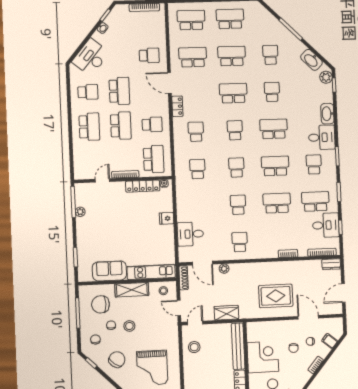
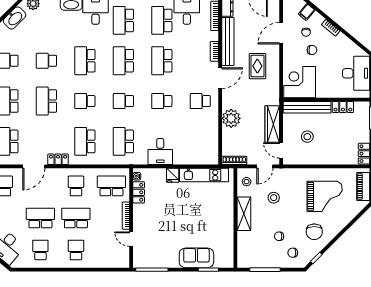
school desk: (89, 127) -> (76, 250), width x0.54
school desk: (196, 132) -> (85, 141), width x1.85
school desk: (314, 164) -> (123, 20), width x1.85
school desk: (197, 169) -> (123, 141), width x1.85
locker: (143, 186) -> (139, 192), width x0.66
plant: (80, 212) -> (162, 263), removed
desk: (190, 234) -> (160, 152), moved
door: (202, 263) -> (220, 78), moved
bench: (298, 266) -> (228, 41), added
plant: (224, 269) -> (231, 118), width x1.88, depth x1.88
sofa: (109, 271) -> (196, 258), moved, turned 90
kitchen unit: (151, 272) -> (204, 175), moved, turned -90
rug: (276, 296) -> (257, 66), width x0.73, depth x0.70
chair: (100, 304) -> (257, 246), removed
wardrobe: (226, 313) -> (272, 124), width x1.50
stool: (129, 326) -> (274, 198), moved
stool: (194, 347) -> (307, 137), moved
corner desk: (263, 357) -> (300, 82), moved
chair: (117, 360) -> (314, 232), turned -126

